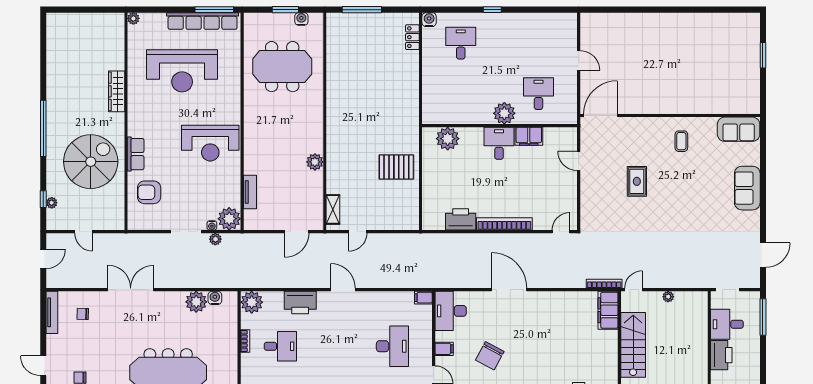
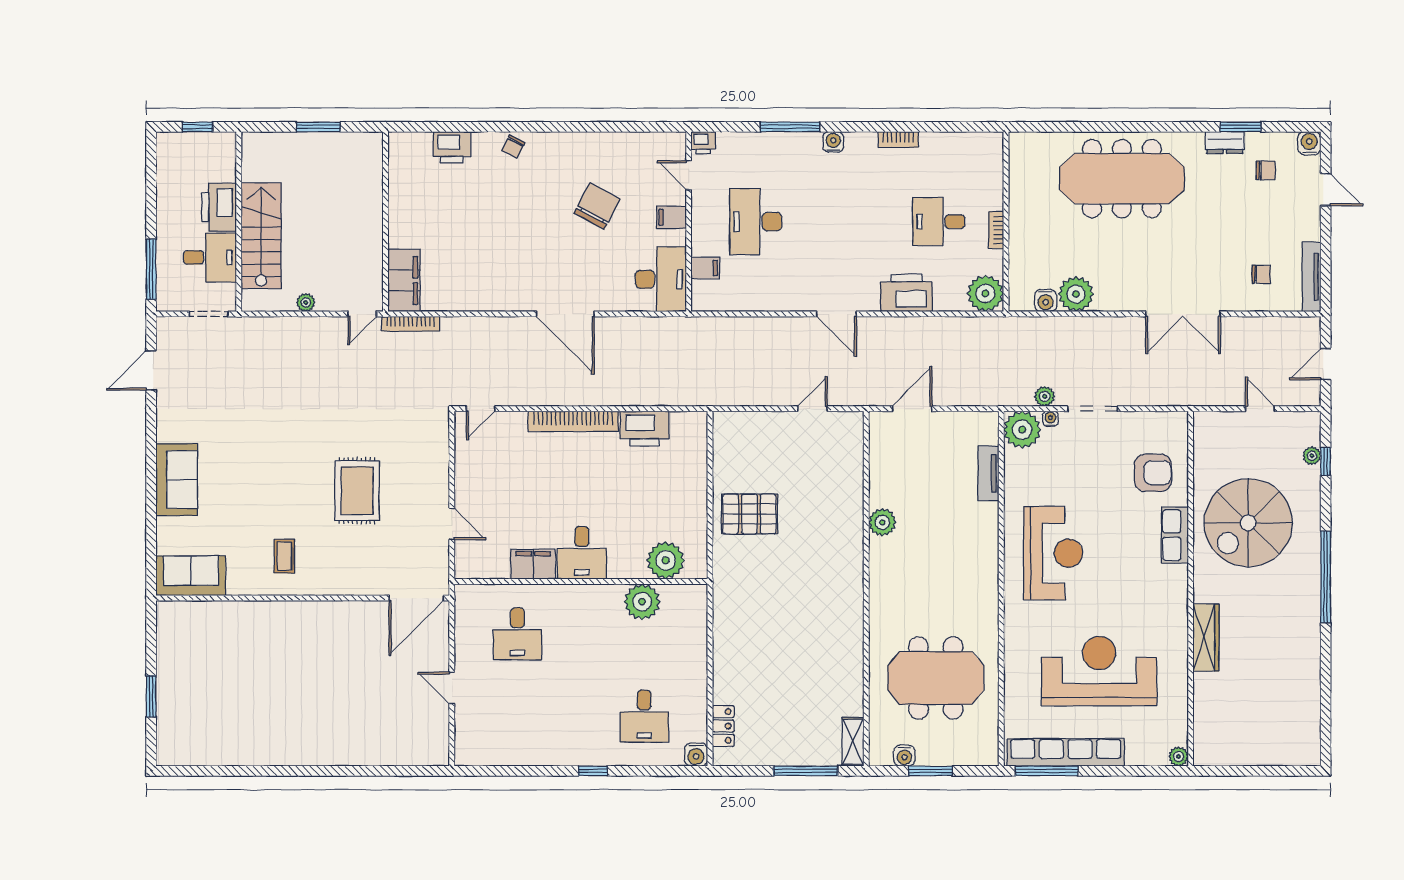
plant: (504, 113) -> (642, 602), moved
reception desk: (210, 143) -> (1053, 553), turned 90
rug: (637, 181) -> (357, 491), width x1.36, depth x1.43
shelving: (333, 209) -> (853, 742), moved
filing cabinet: (423, 298) -> (705, 268), moved
stairs: (633, 345) -> (261, 236), moved, turned 180

